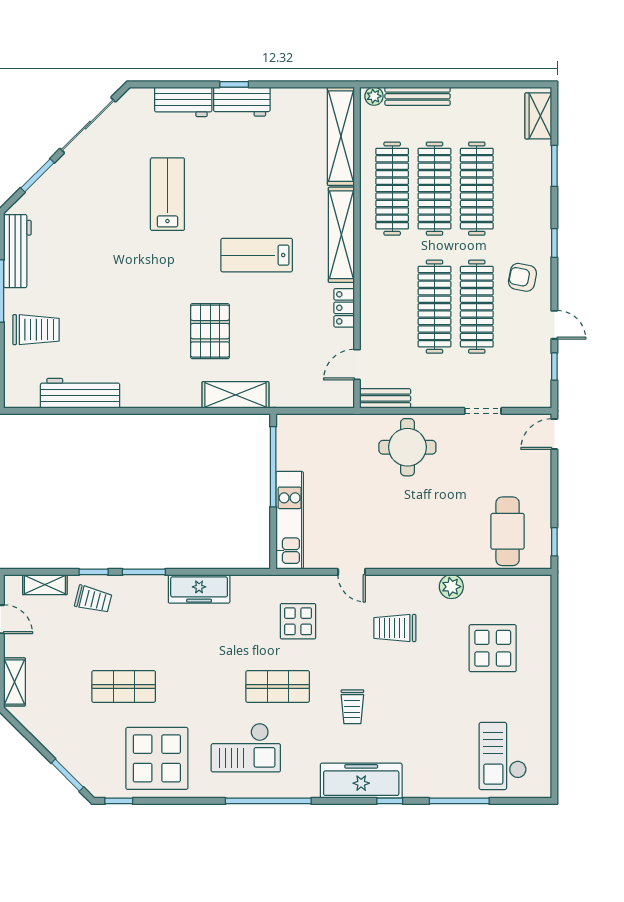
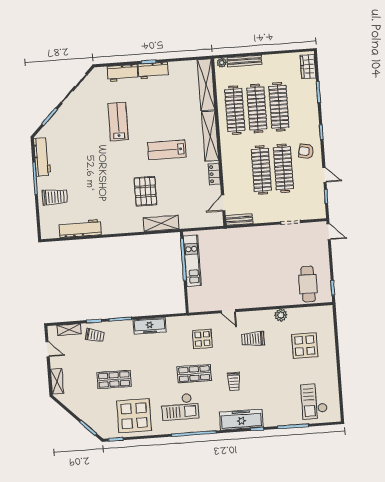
door: (554, 434) -> (329, 232), swing flipped
round table: (407, 447) -> (253, 244), removed
kitchen unit: (290, 520) -> (192, 261), moved

